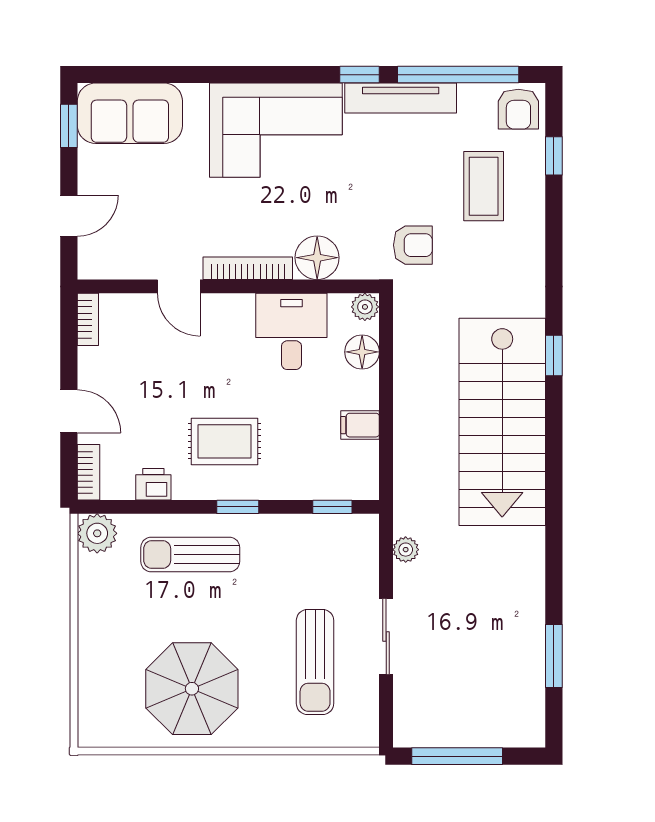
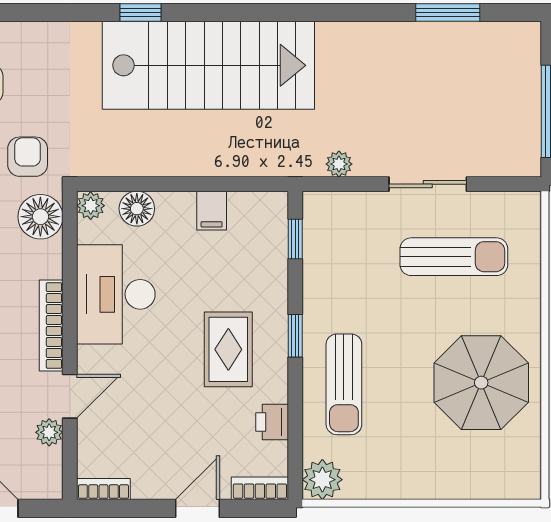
floor lamp: (317, 258) -> (40, 217), moved
plant: (143, 266) -> (49, 432), added
desk: (291, 331) -> (116, 294), width x1.37

